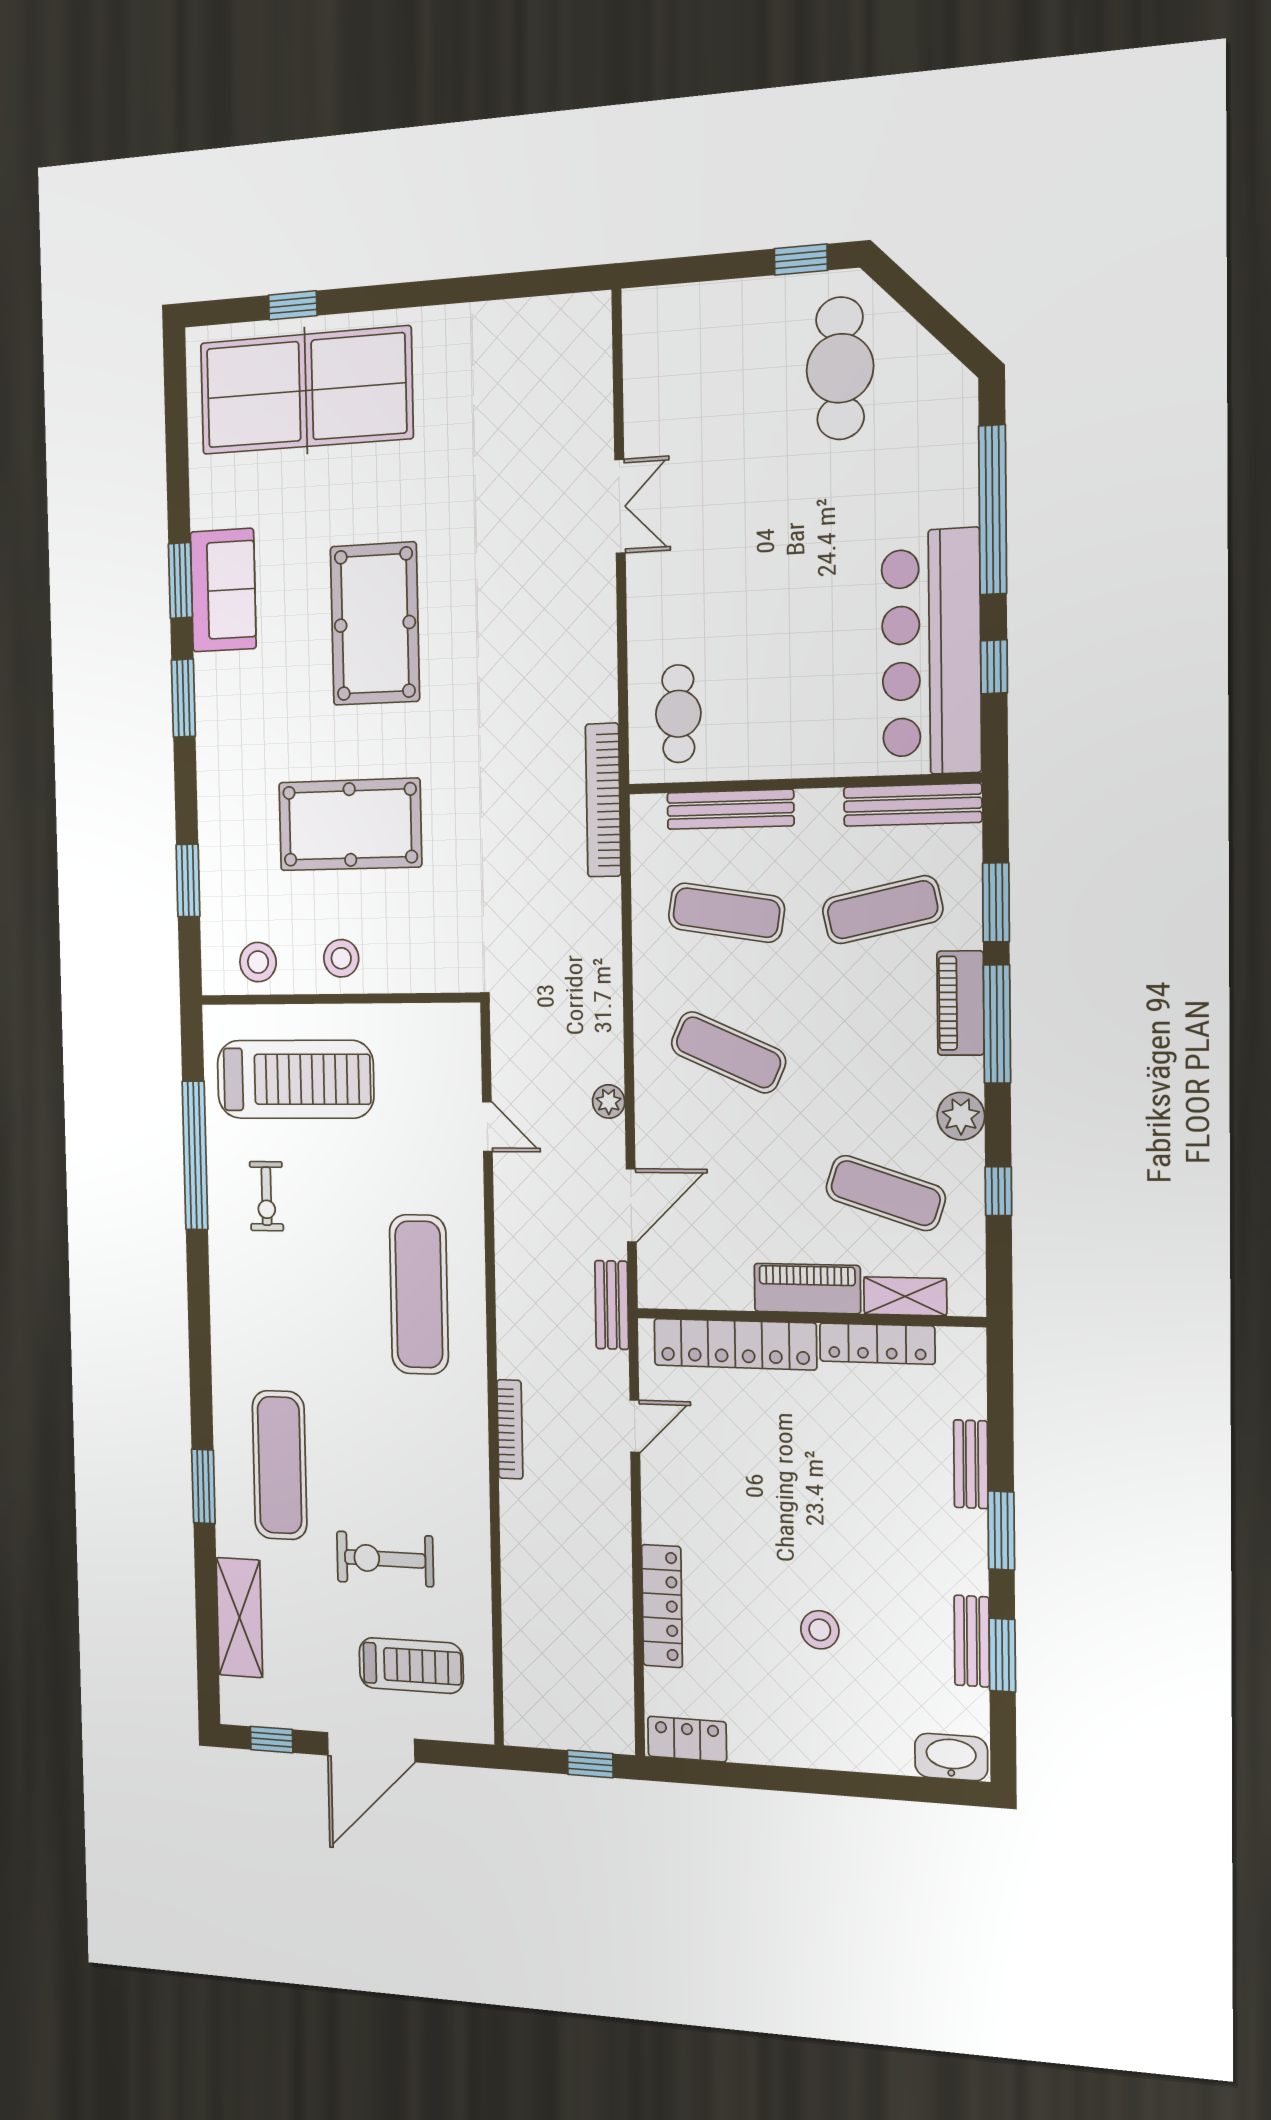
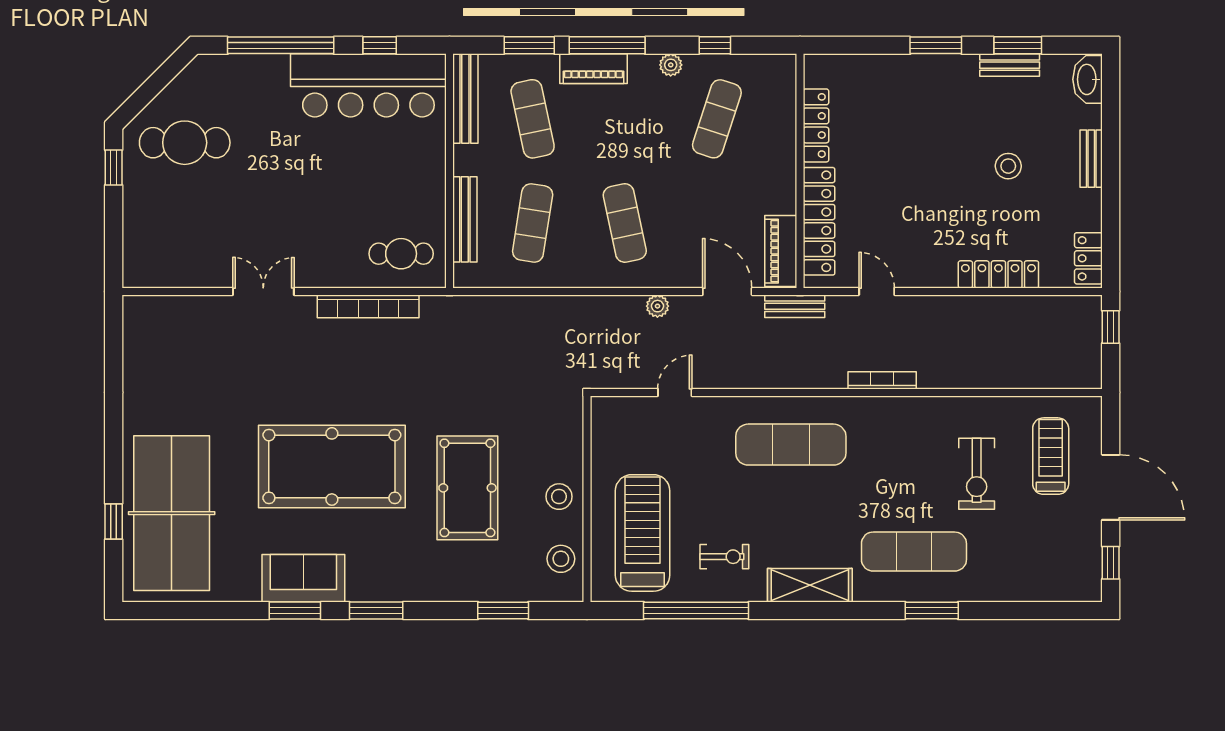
pool table: (375, 624) -> (332, 466), width x1.36, depth x1.32
bookcase: (603, 800) -> (368, 306), moved
exercise mat: (728, 1052) -> (625, 223), turned -36
plant: (961, 1116) -> (671, 65), width x0.73, depth x0.73
piano: (807, 1289) -> (781, 251), moved
shelving: (905, 1296) -> (784, 107), removed
bench: (971, 1464) -> (1091, 159), moved, turned 90
shelving: (239, 1618) -> (810, 585), moved

